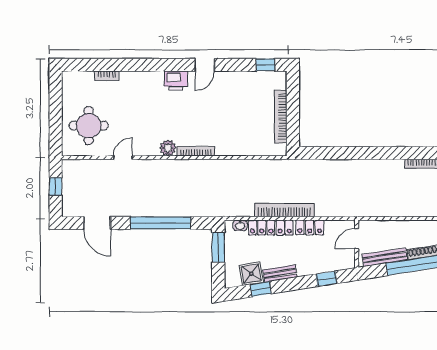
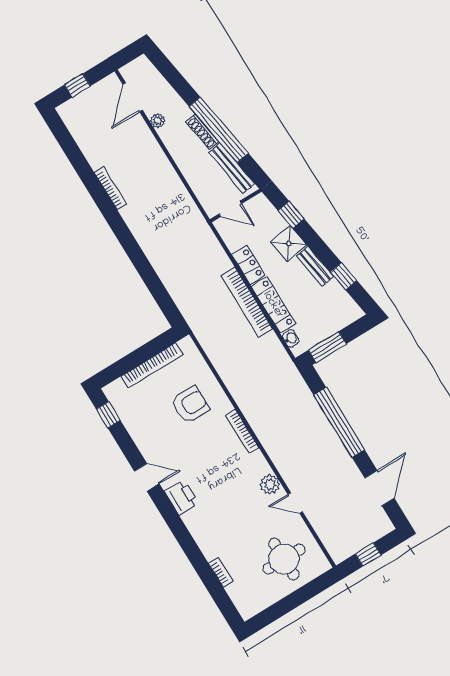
armchair: (237, 126) -> (190, 405), added
plant: (168, 148) -> (270, 484), moved
shower: (251, 274) -> (289, 243), moved

